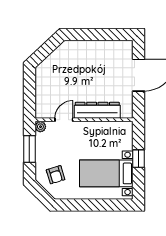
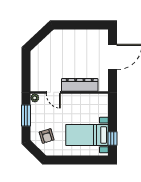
door: (64, 120) -> (53, 92), swing flipped
window: (138, 159) -> (112, 138), moved

